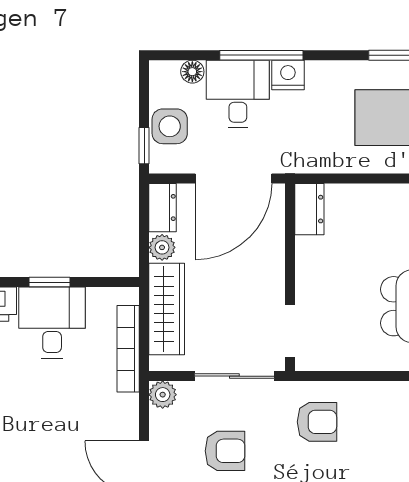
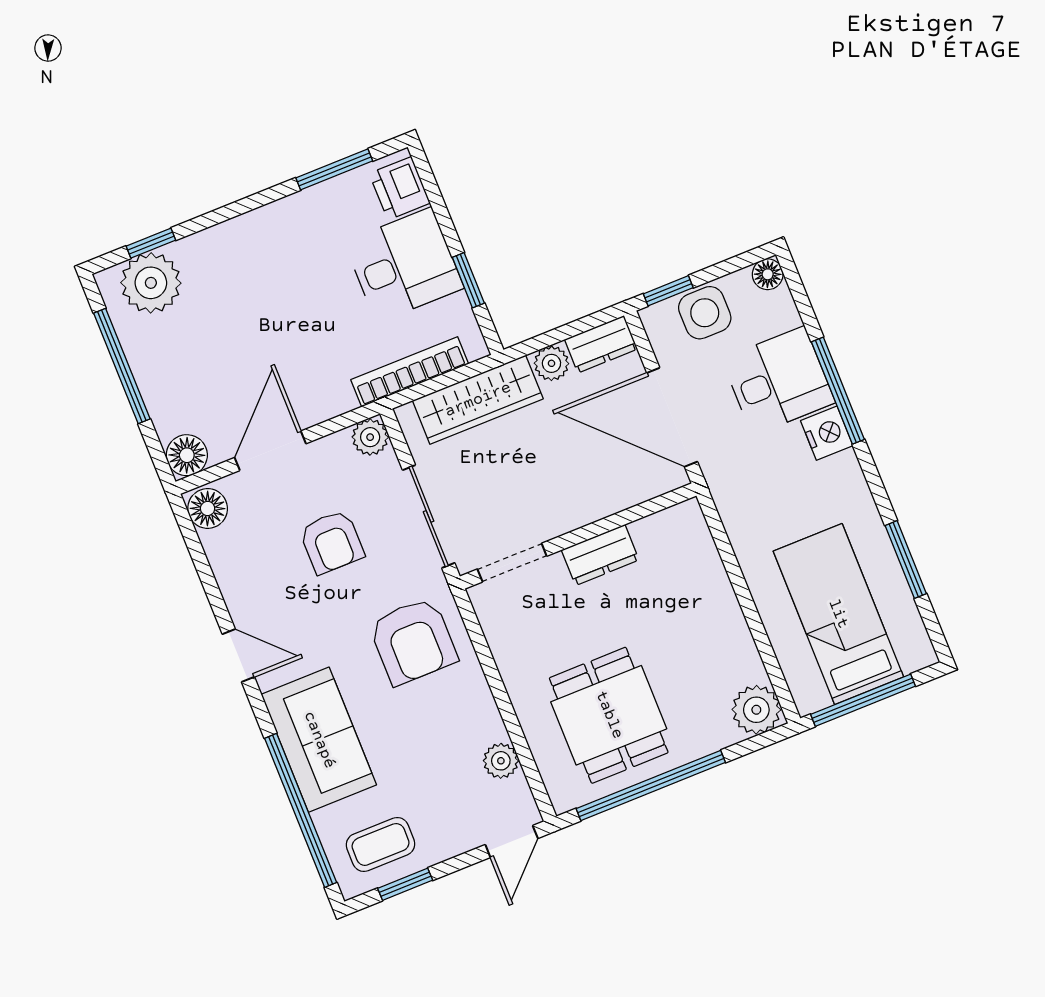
floor lamp: (192, 72) -> (768, 274), moved
dresser: (309, 209) -> (600, 555), moved
window: (50, 282) -> (468, 280), moved
armchair: (317, 422) -> (413, 641), width x1.38, depth x1.38

